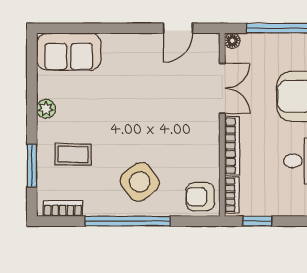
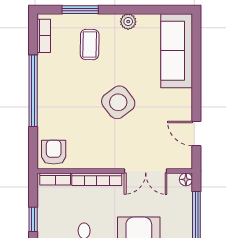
sofa: (69, 52) -> (177, 51), width x1.36
side table: (140, 182) -> (118, 102), moved
window: (257, 221) -> (33, 219), moved

